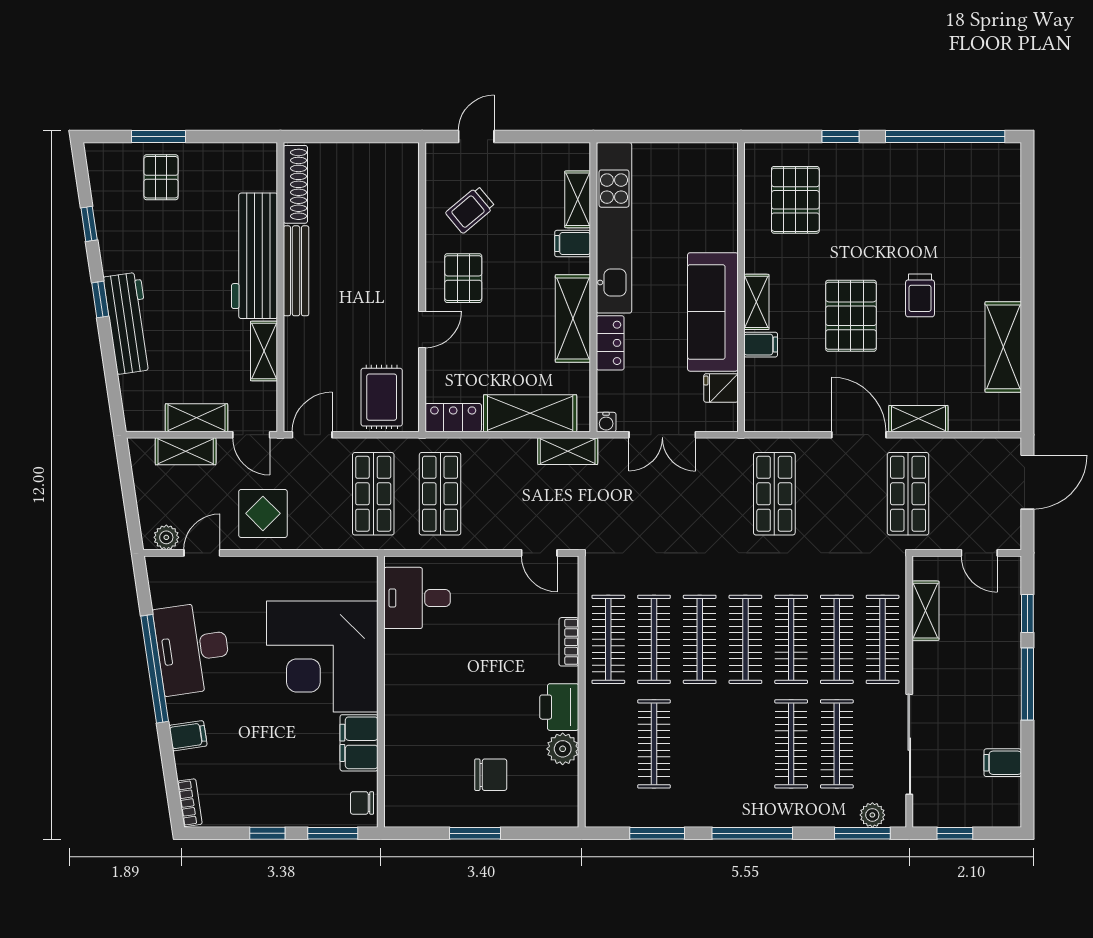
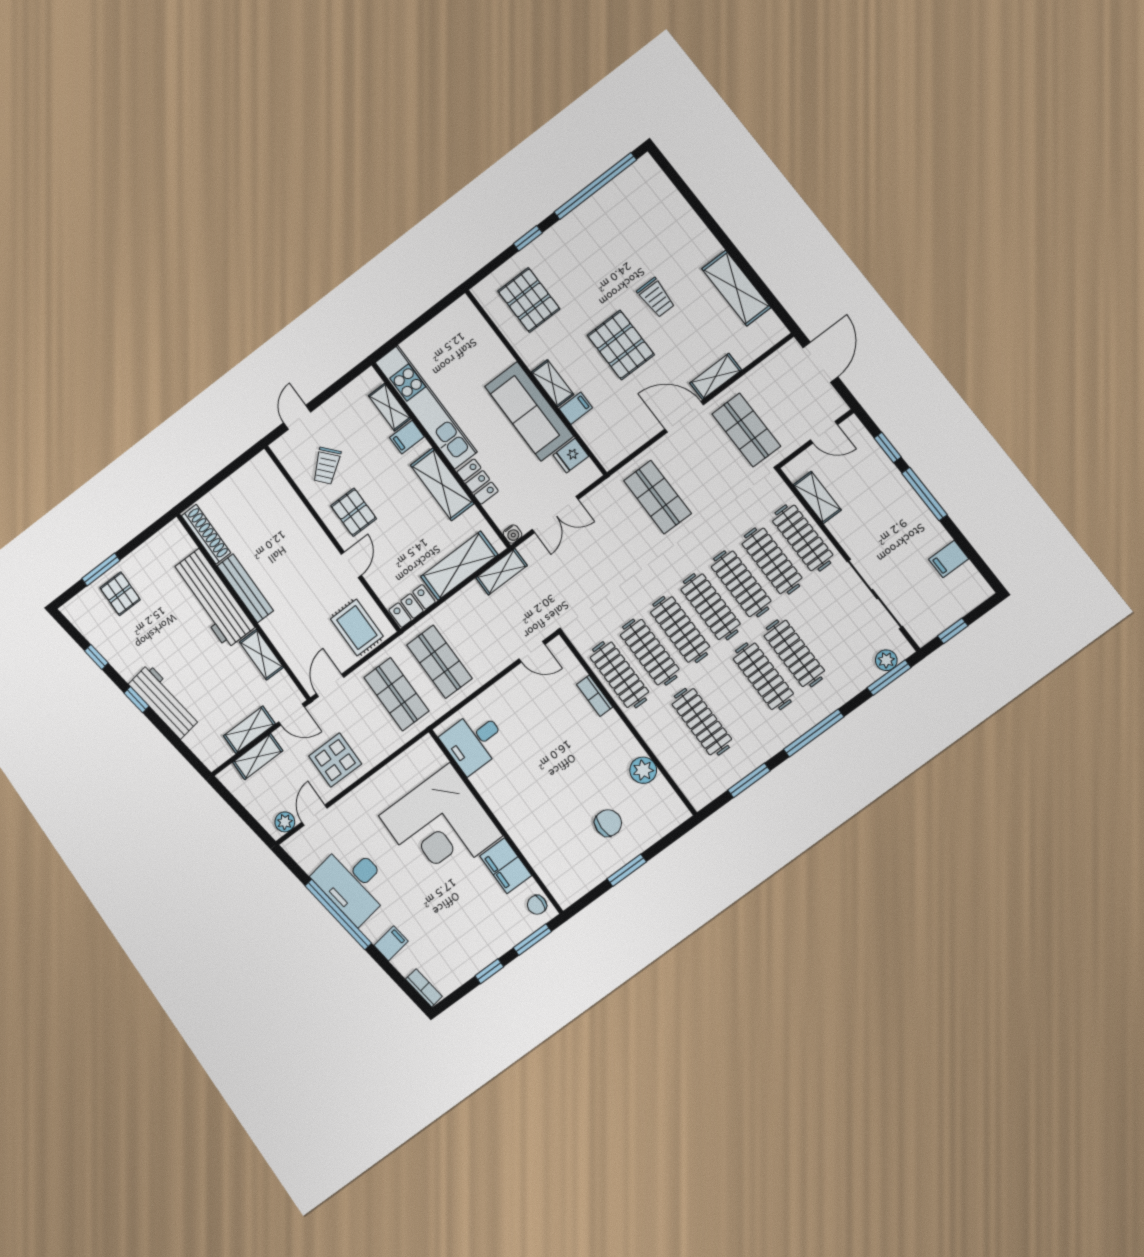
printer: (559, 707) -> (620, 744), removed
clothes rail: (837, 744) -> (763, 676), moved

